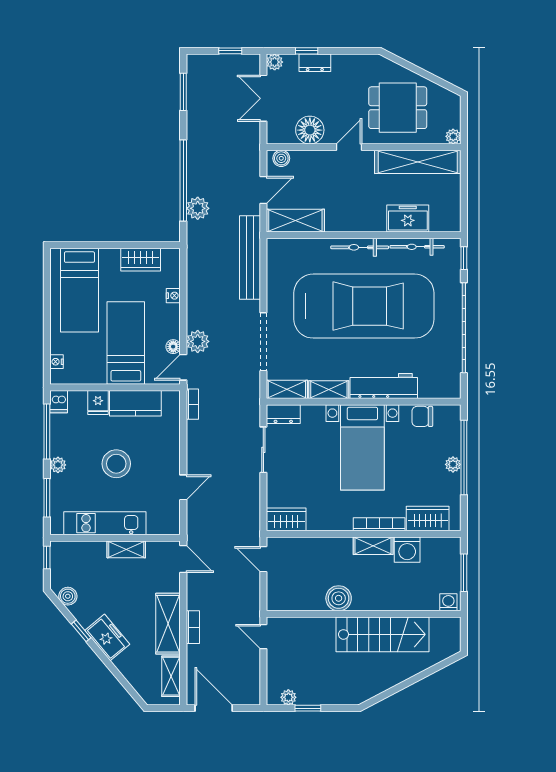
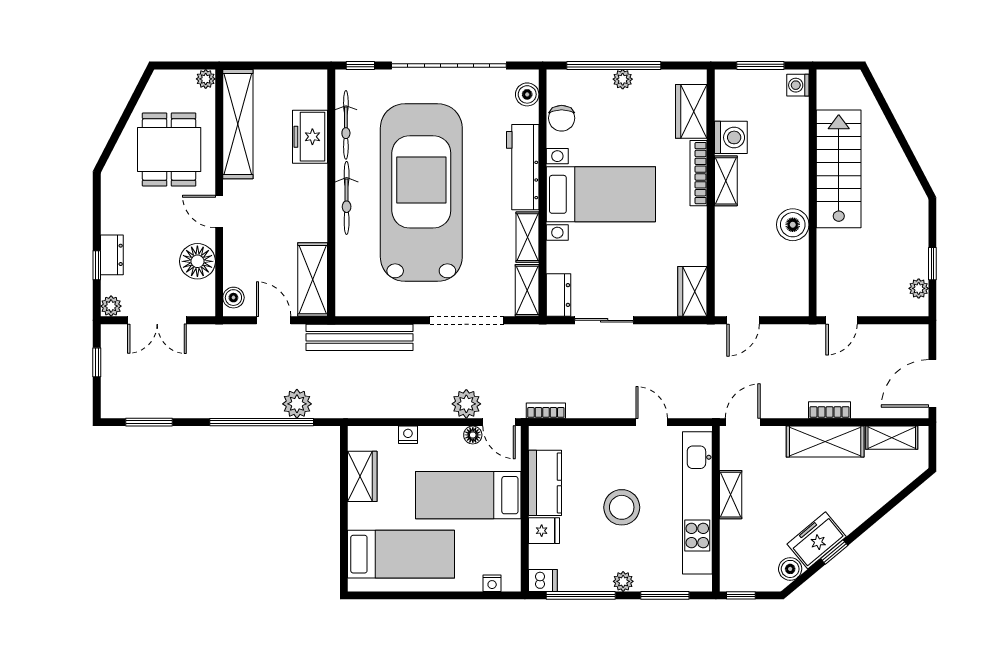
boiler: (441, 389) -> (527, 94), added
kitchen unit: (105, 523) -> (697, 503), width x1.36
freezer: (107, 637) -> (817, 540), moved

